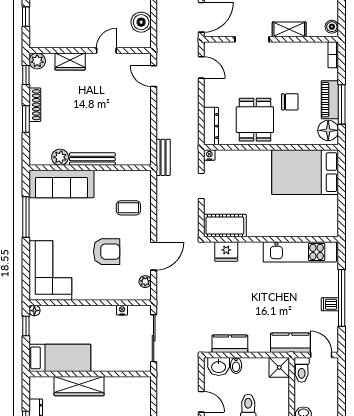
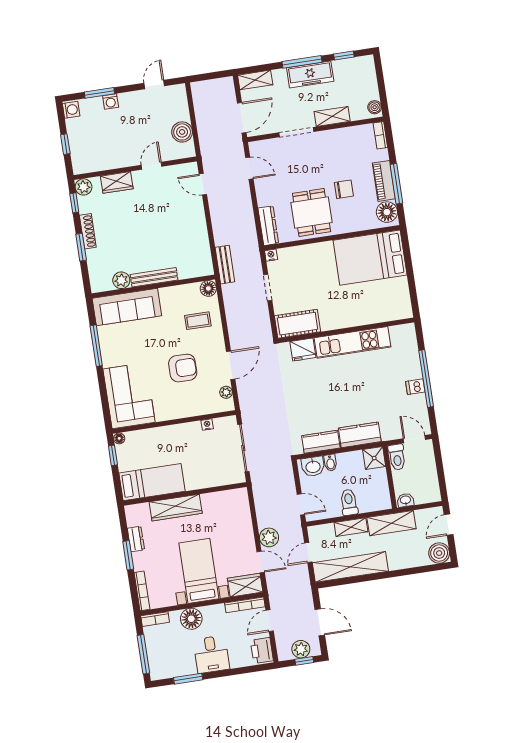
floor lamp: (143, 178) -> (208, 288), added
kitchen unit: (300, 252) -> (353, 342), moved
kitchen counter: (290, 343) -> (360, 435), moved

